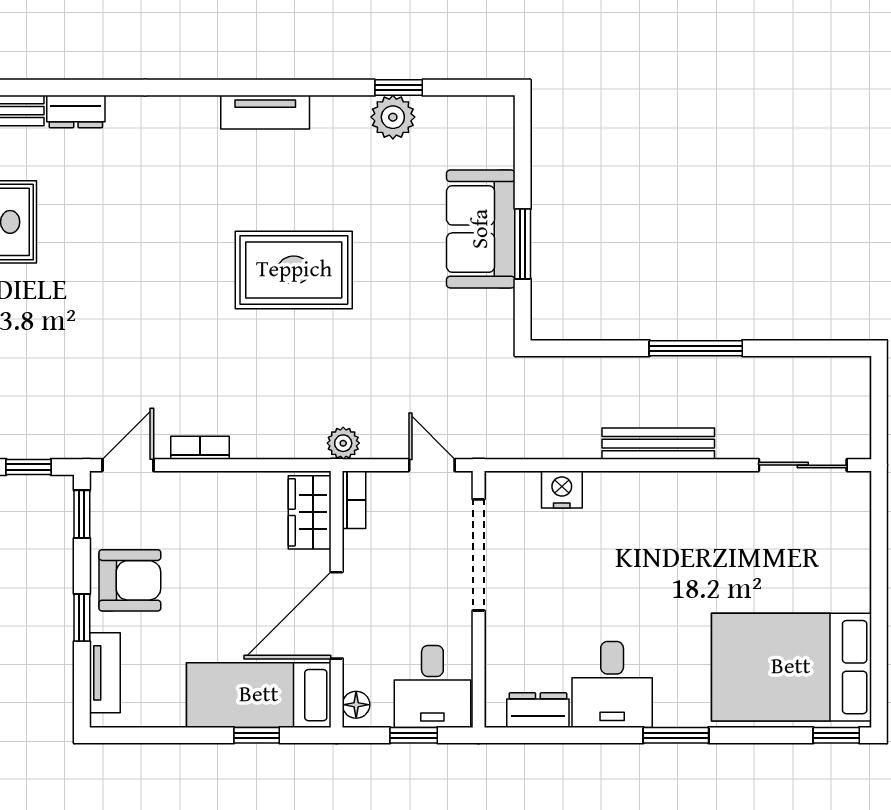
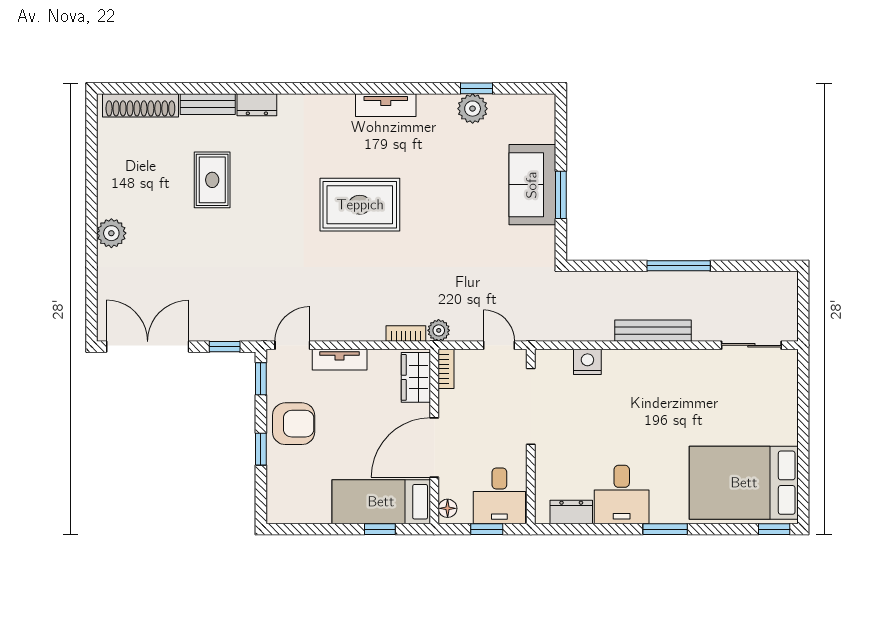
rug: (294, 270) -> (360, 205), moved
bookcase: (200, 448) -> (406, 333), moved
tv unit: (105, 673) -> (340, 360), moved, turned 90

